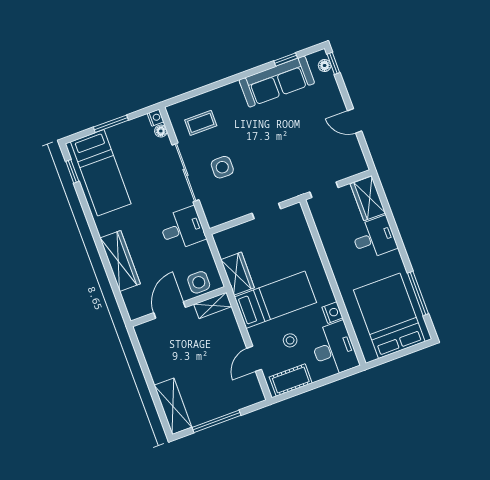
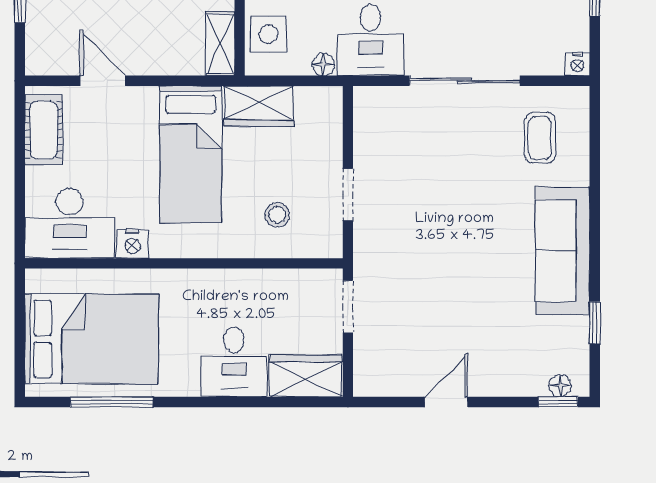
sofa: (277, 82) -> (563, 251), moved
floor lamp: (161, 131) -> (323, 65), moved
side table: (222, 167) -> (450, 147), removed
stool: (290, 340) -> (277, 215), moved

